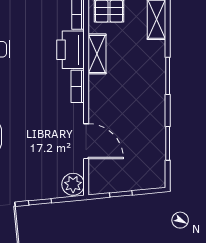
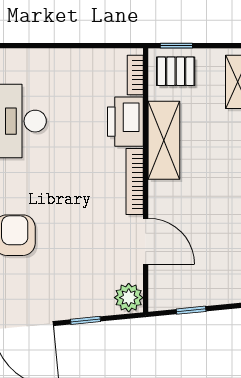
shelving: (97, 54) -> (164, 140), width x1.50, depth x1.33
bookcase: (78, 86) -> (135, 182), width x1.56

